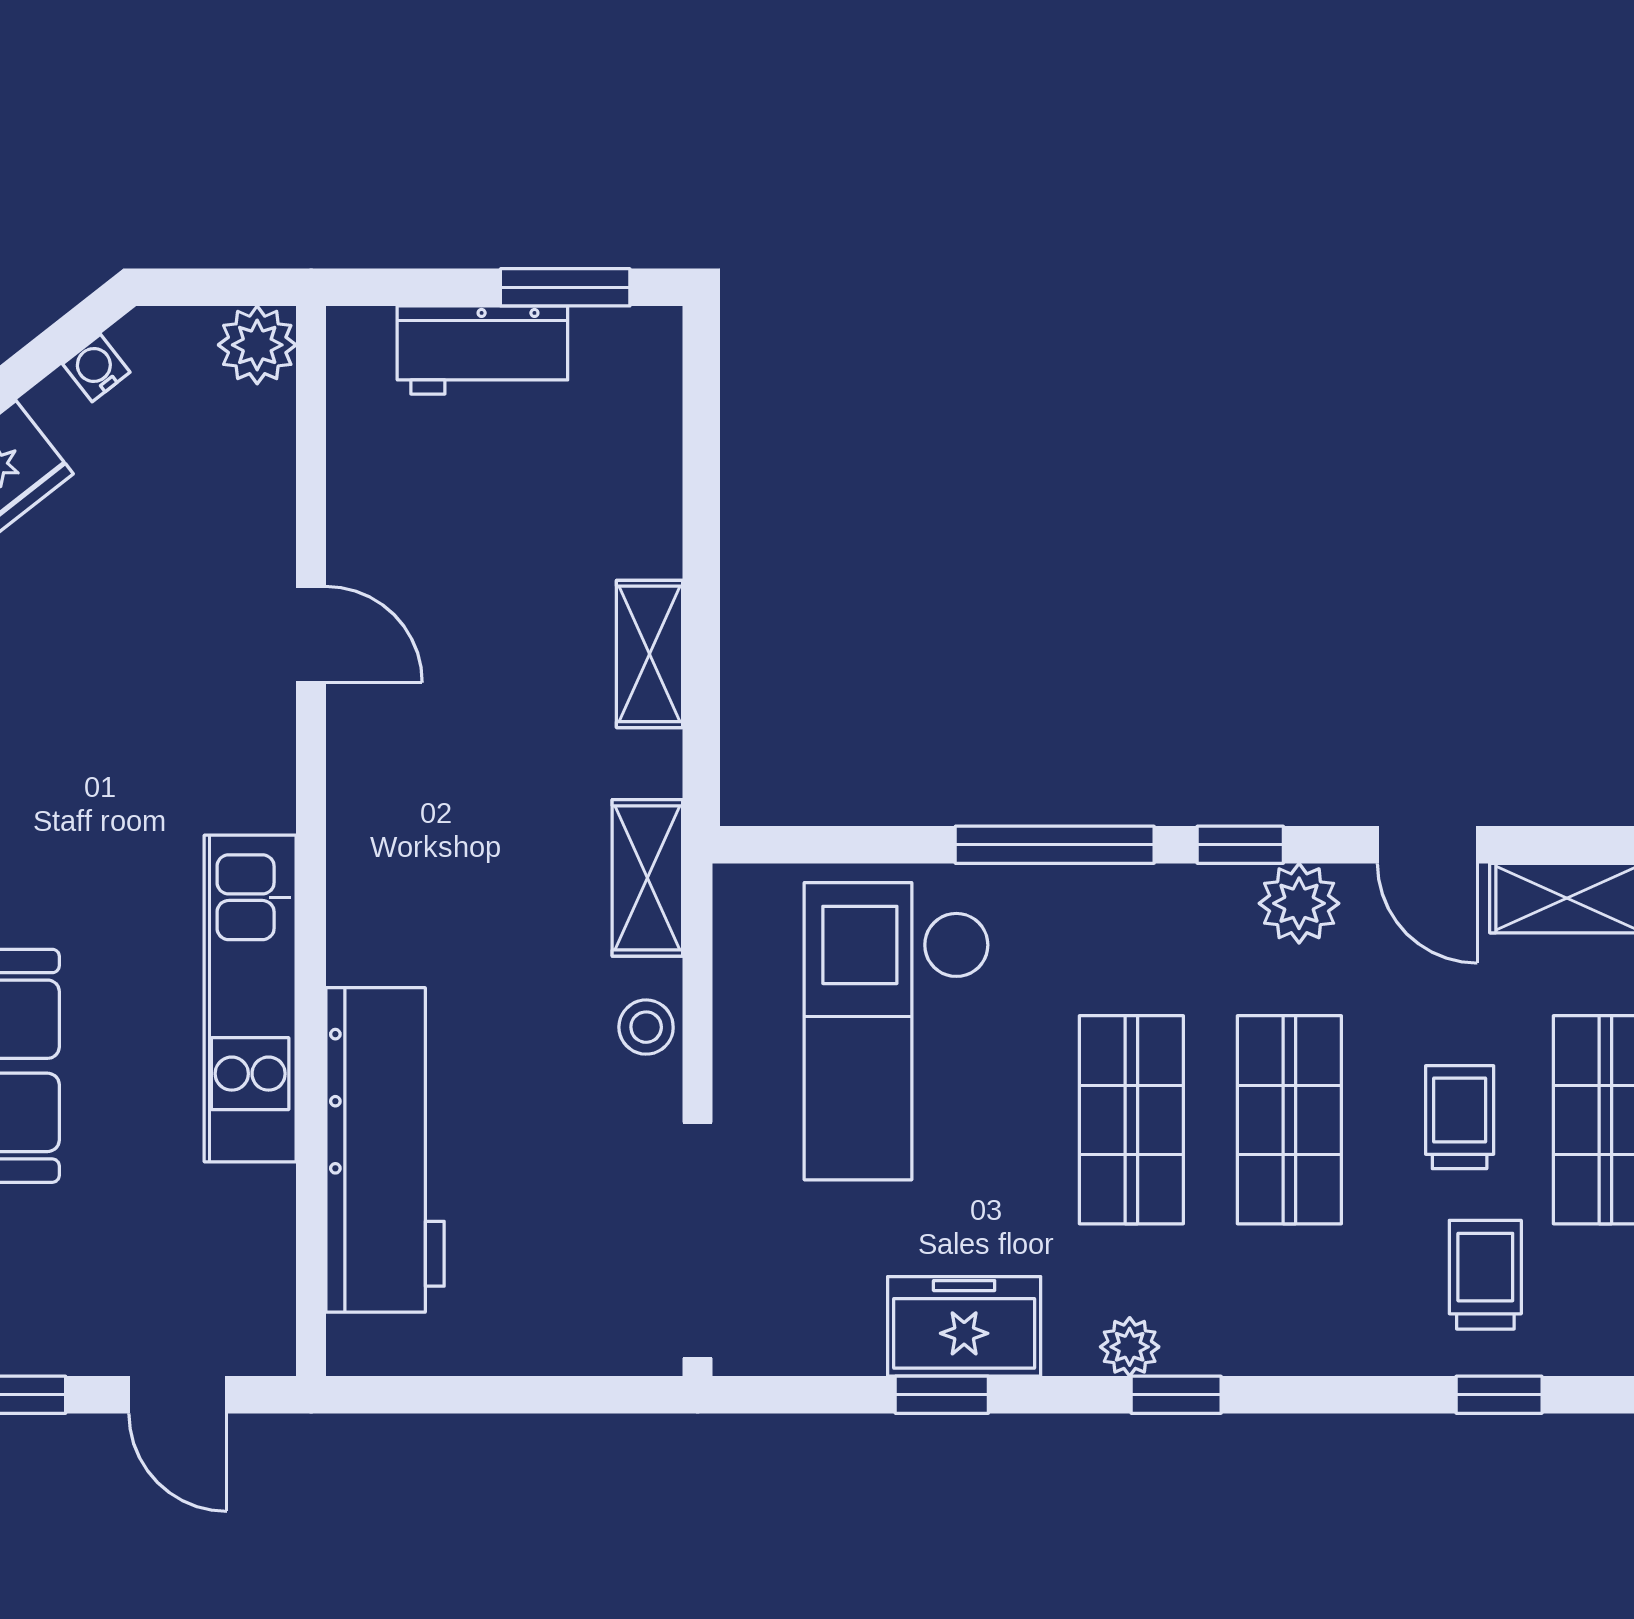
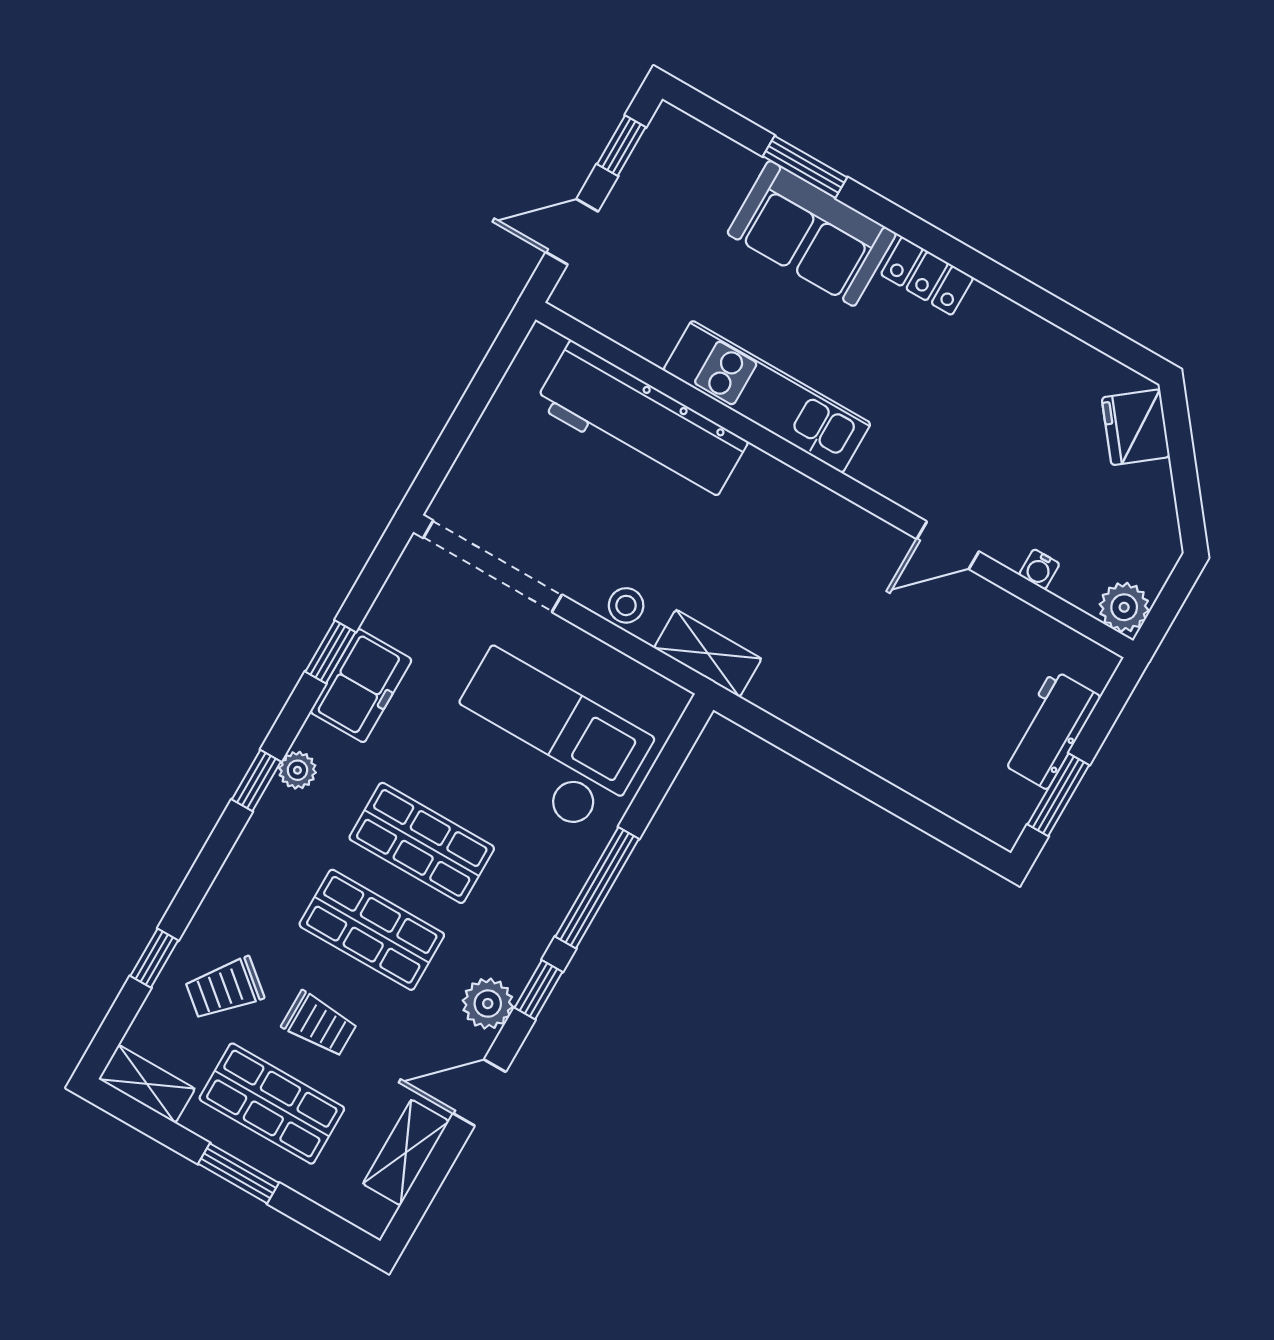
water cooler: (96, 368) -> (1039, 569), moved, turned 128
shelving: (650, 654) -> (830, 725), removed
trolley: (1485, 1275) -> (225, 989), turned 130

